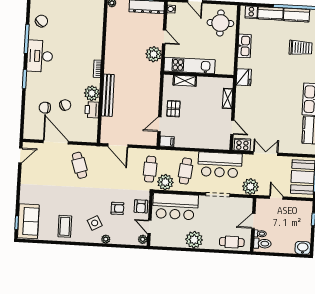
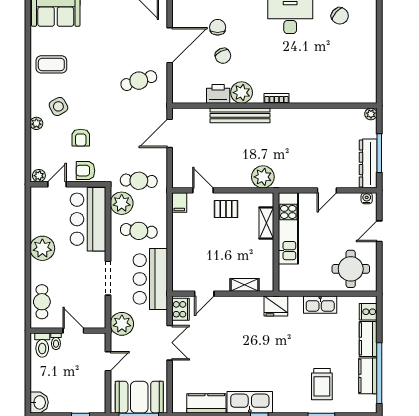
plant: (154, 54) -> (263, 177), moved

